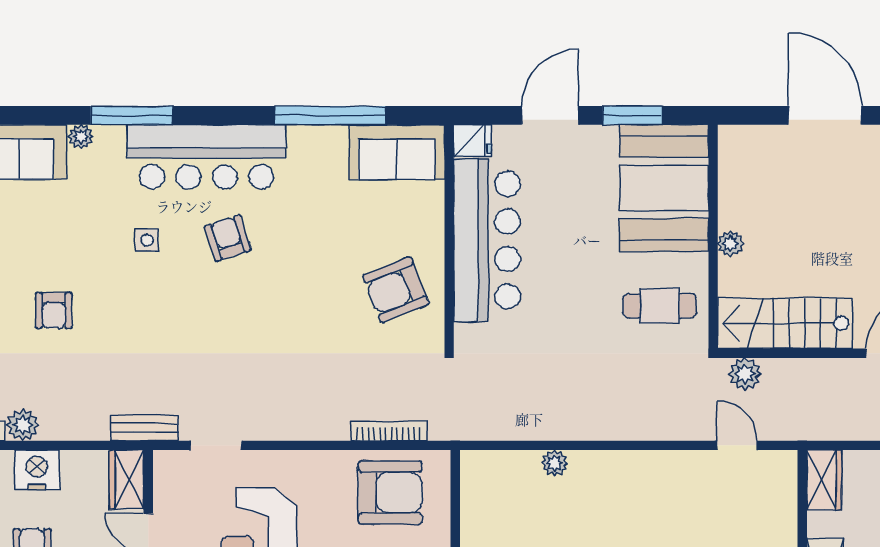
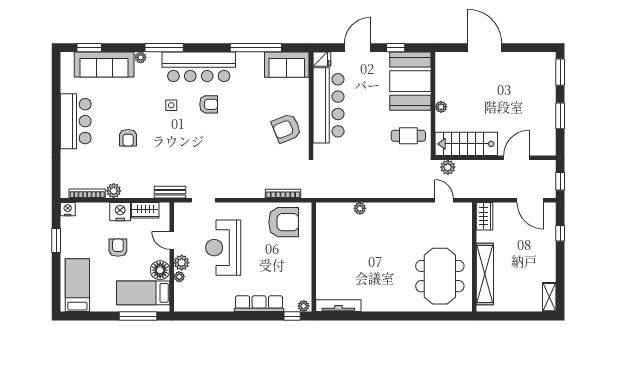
window: (632, 115) -> (396, 48), width x0.67
armchair: (228, 238) -> (209, 104), turned 108
wardrobe: (127, 480) -> (145, 210), moved, turned -90

